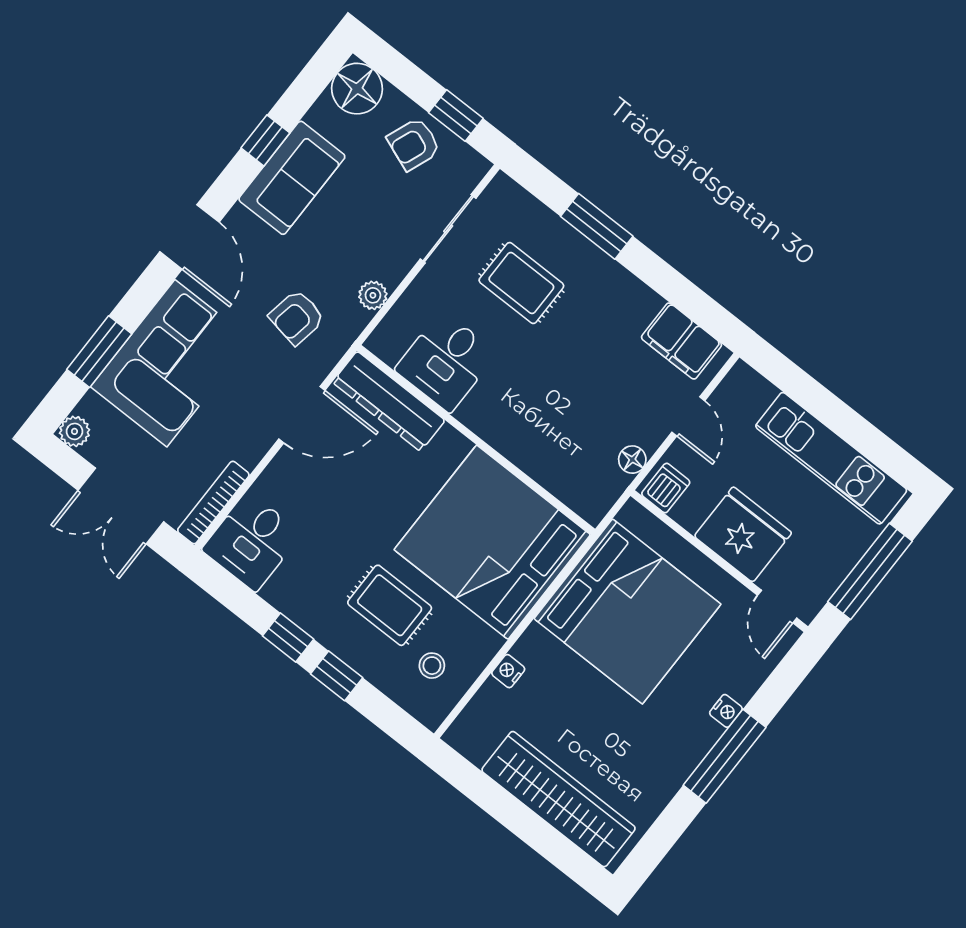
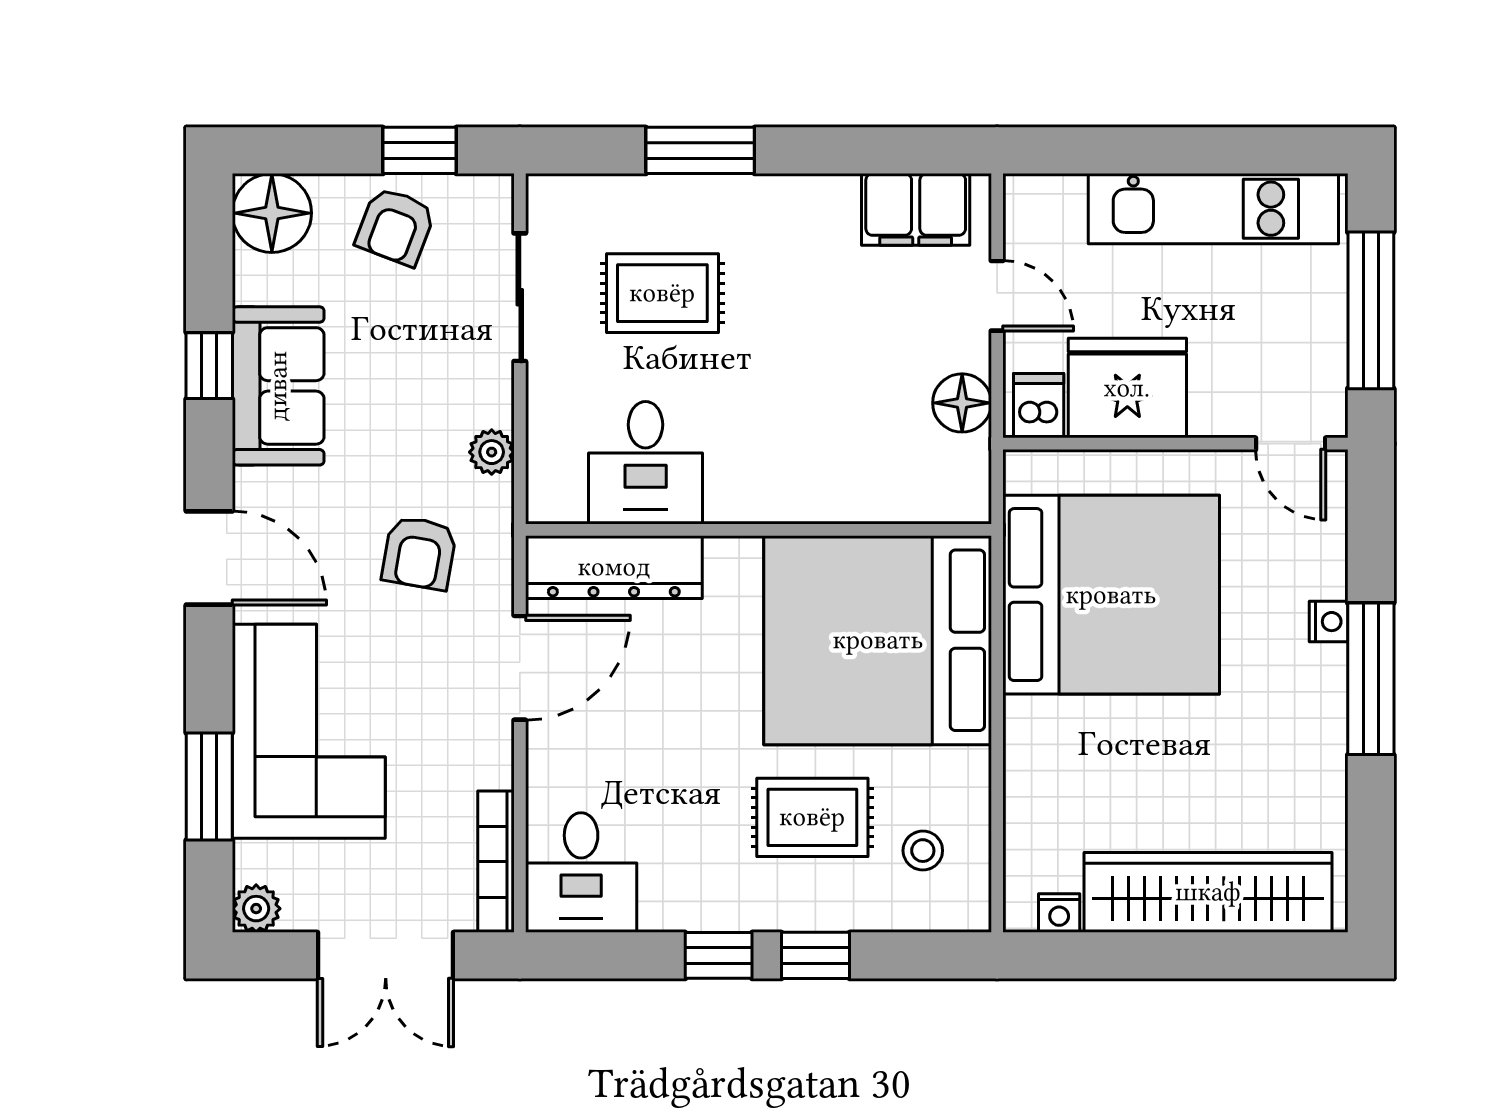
floor lamp: (632, 460) -> (962, 403), width x1.37, depth x1.37
fridge: (743, 534) -> (1127, 388), moved
nightstand: (508, 671) -> (1059, 913), moved, turned -90

